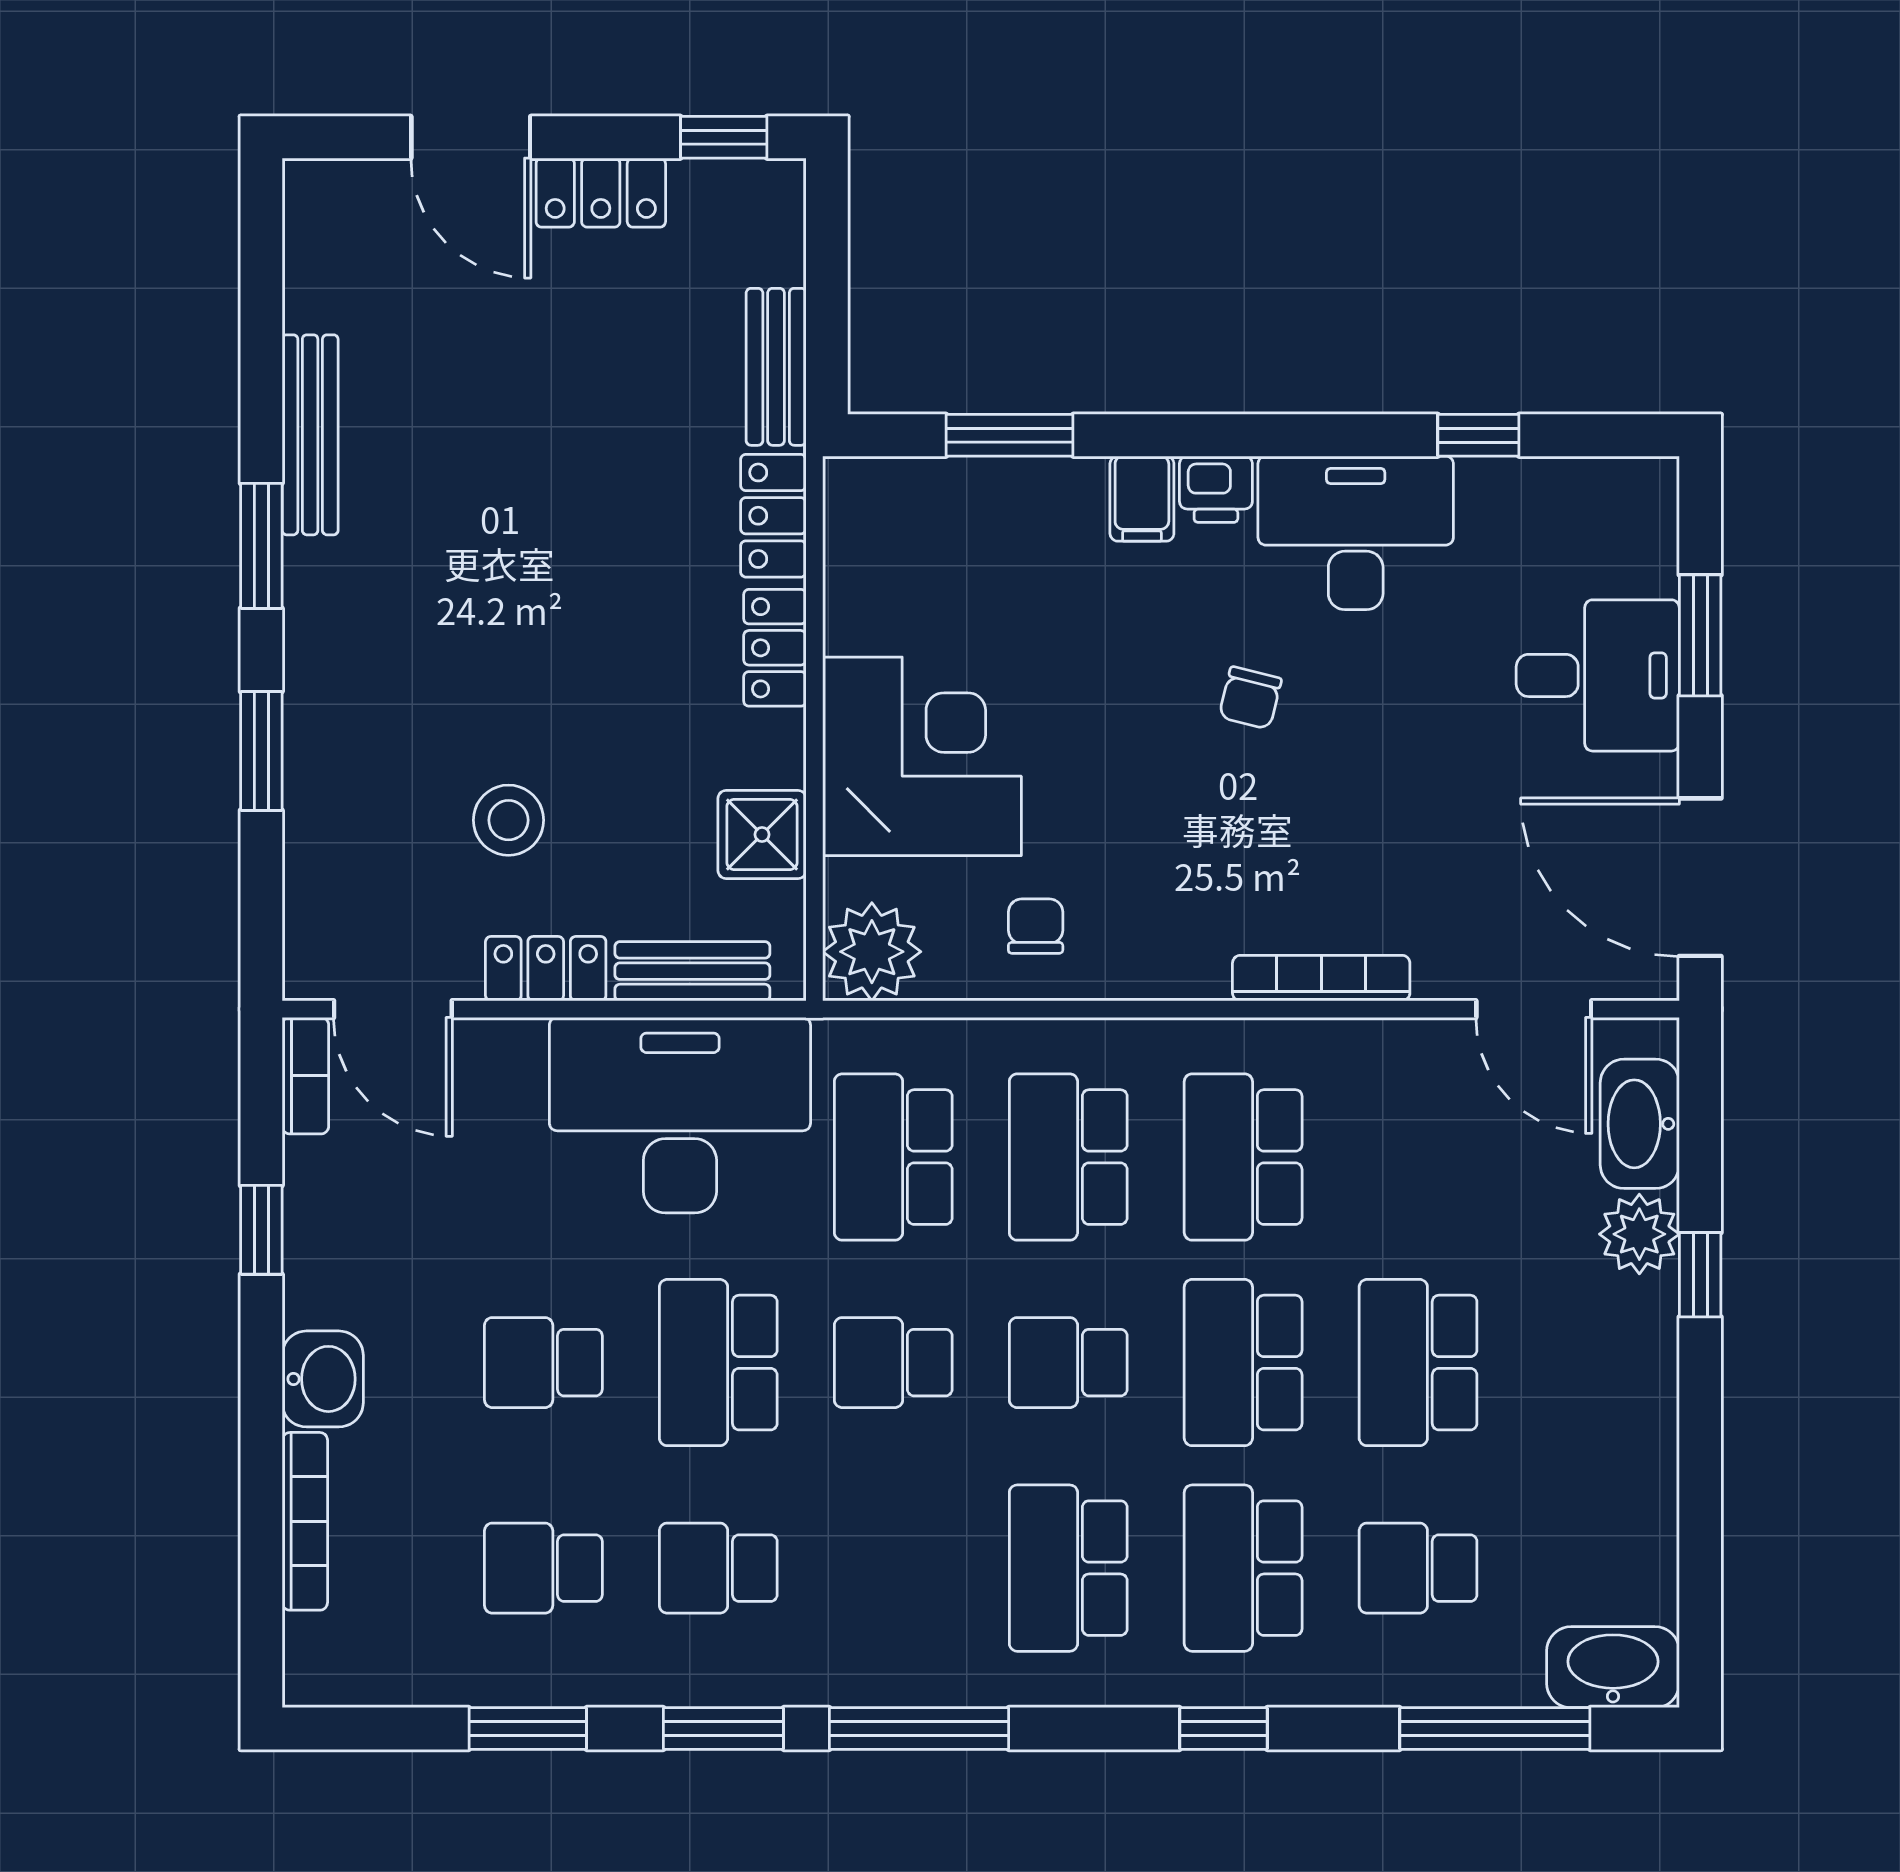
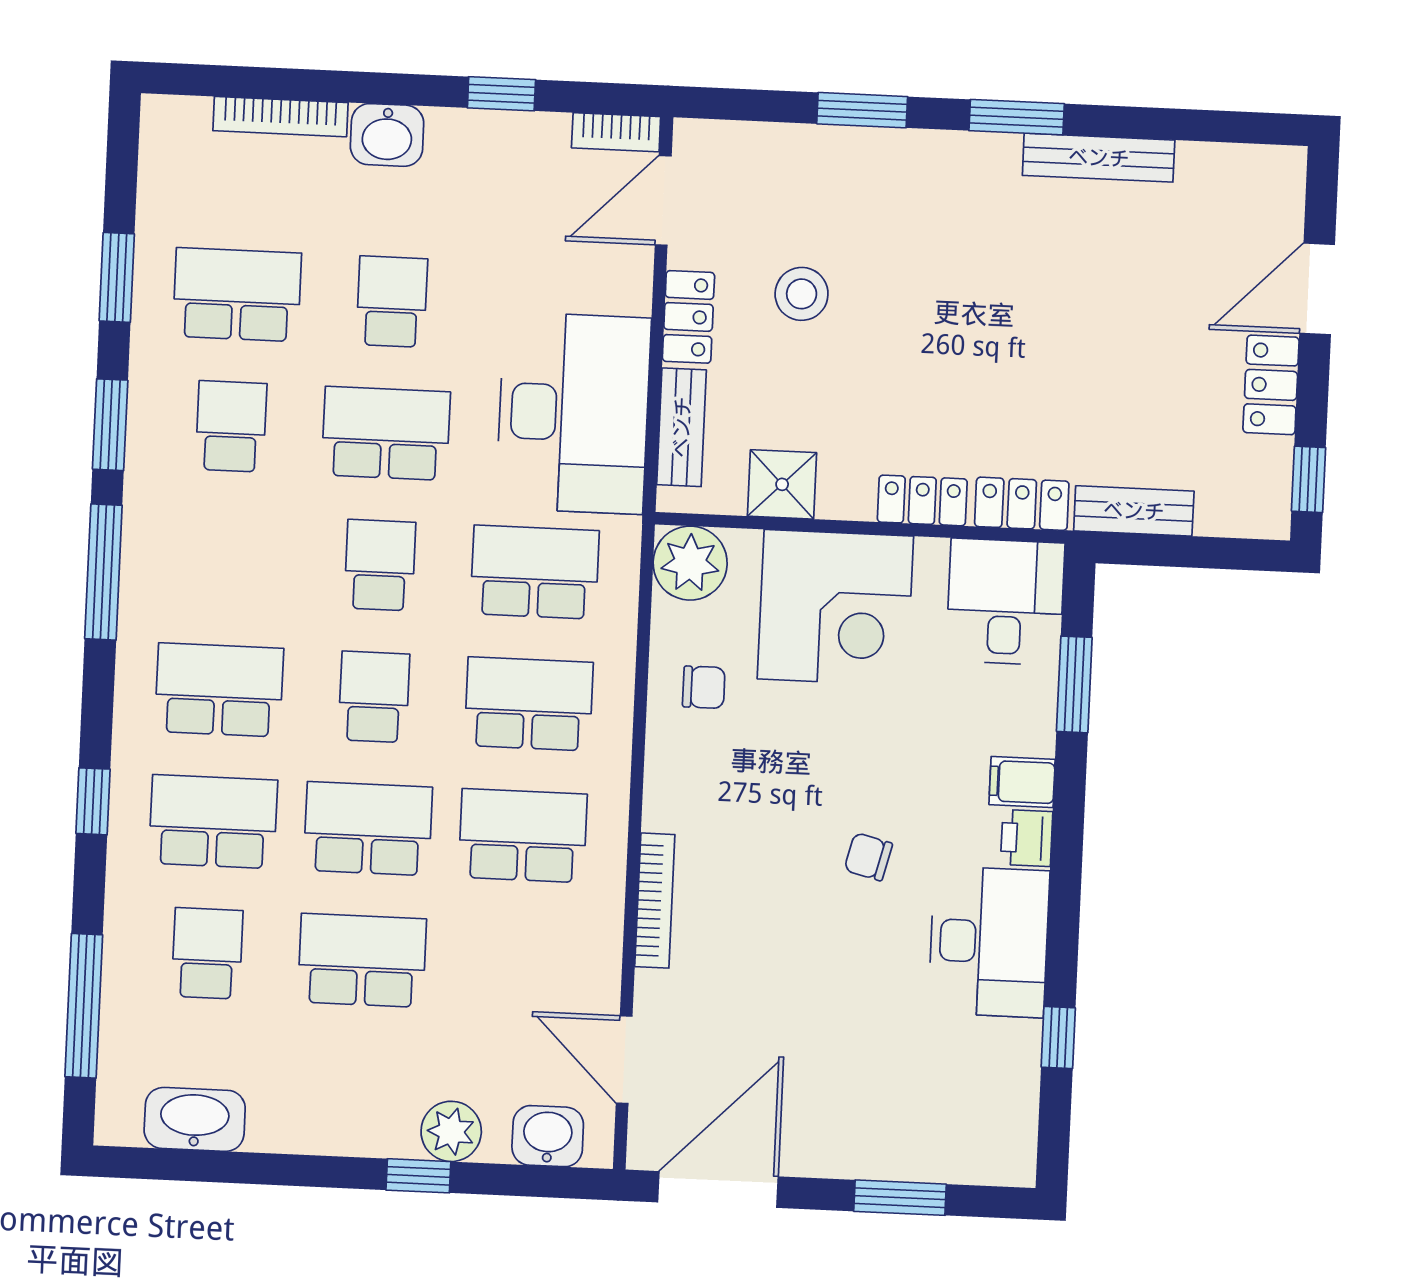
desk: (1598, 675) -> (1005, 602), moved, turned 180
door: (1534, 1009) -> (624, 1060), hinge flipped
washbasin: (1640, 1124) -> (548, 1136), width x0.72
school desk: (543, 1568) -> (237, 295), width x1.85
washbasin: (1613, 1667) -> (195, 1119), moved, turned -90

